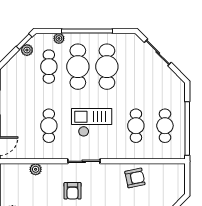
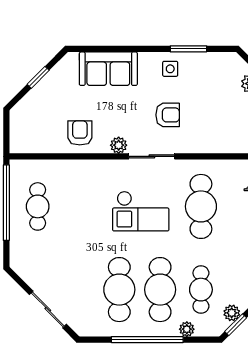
cafe table: (49, 126) -> (201, 206), width x1.37, depth x1.35
cafe table: (136, 126) -> (78, 206), removed
plant: (36, 169) -> (119, 145), moved
armchair: (135, 178) -> (80, 133), turned 102
armchair: (73, 191) -> (168, 115), turned 90

